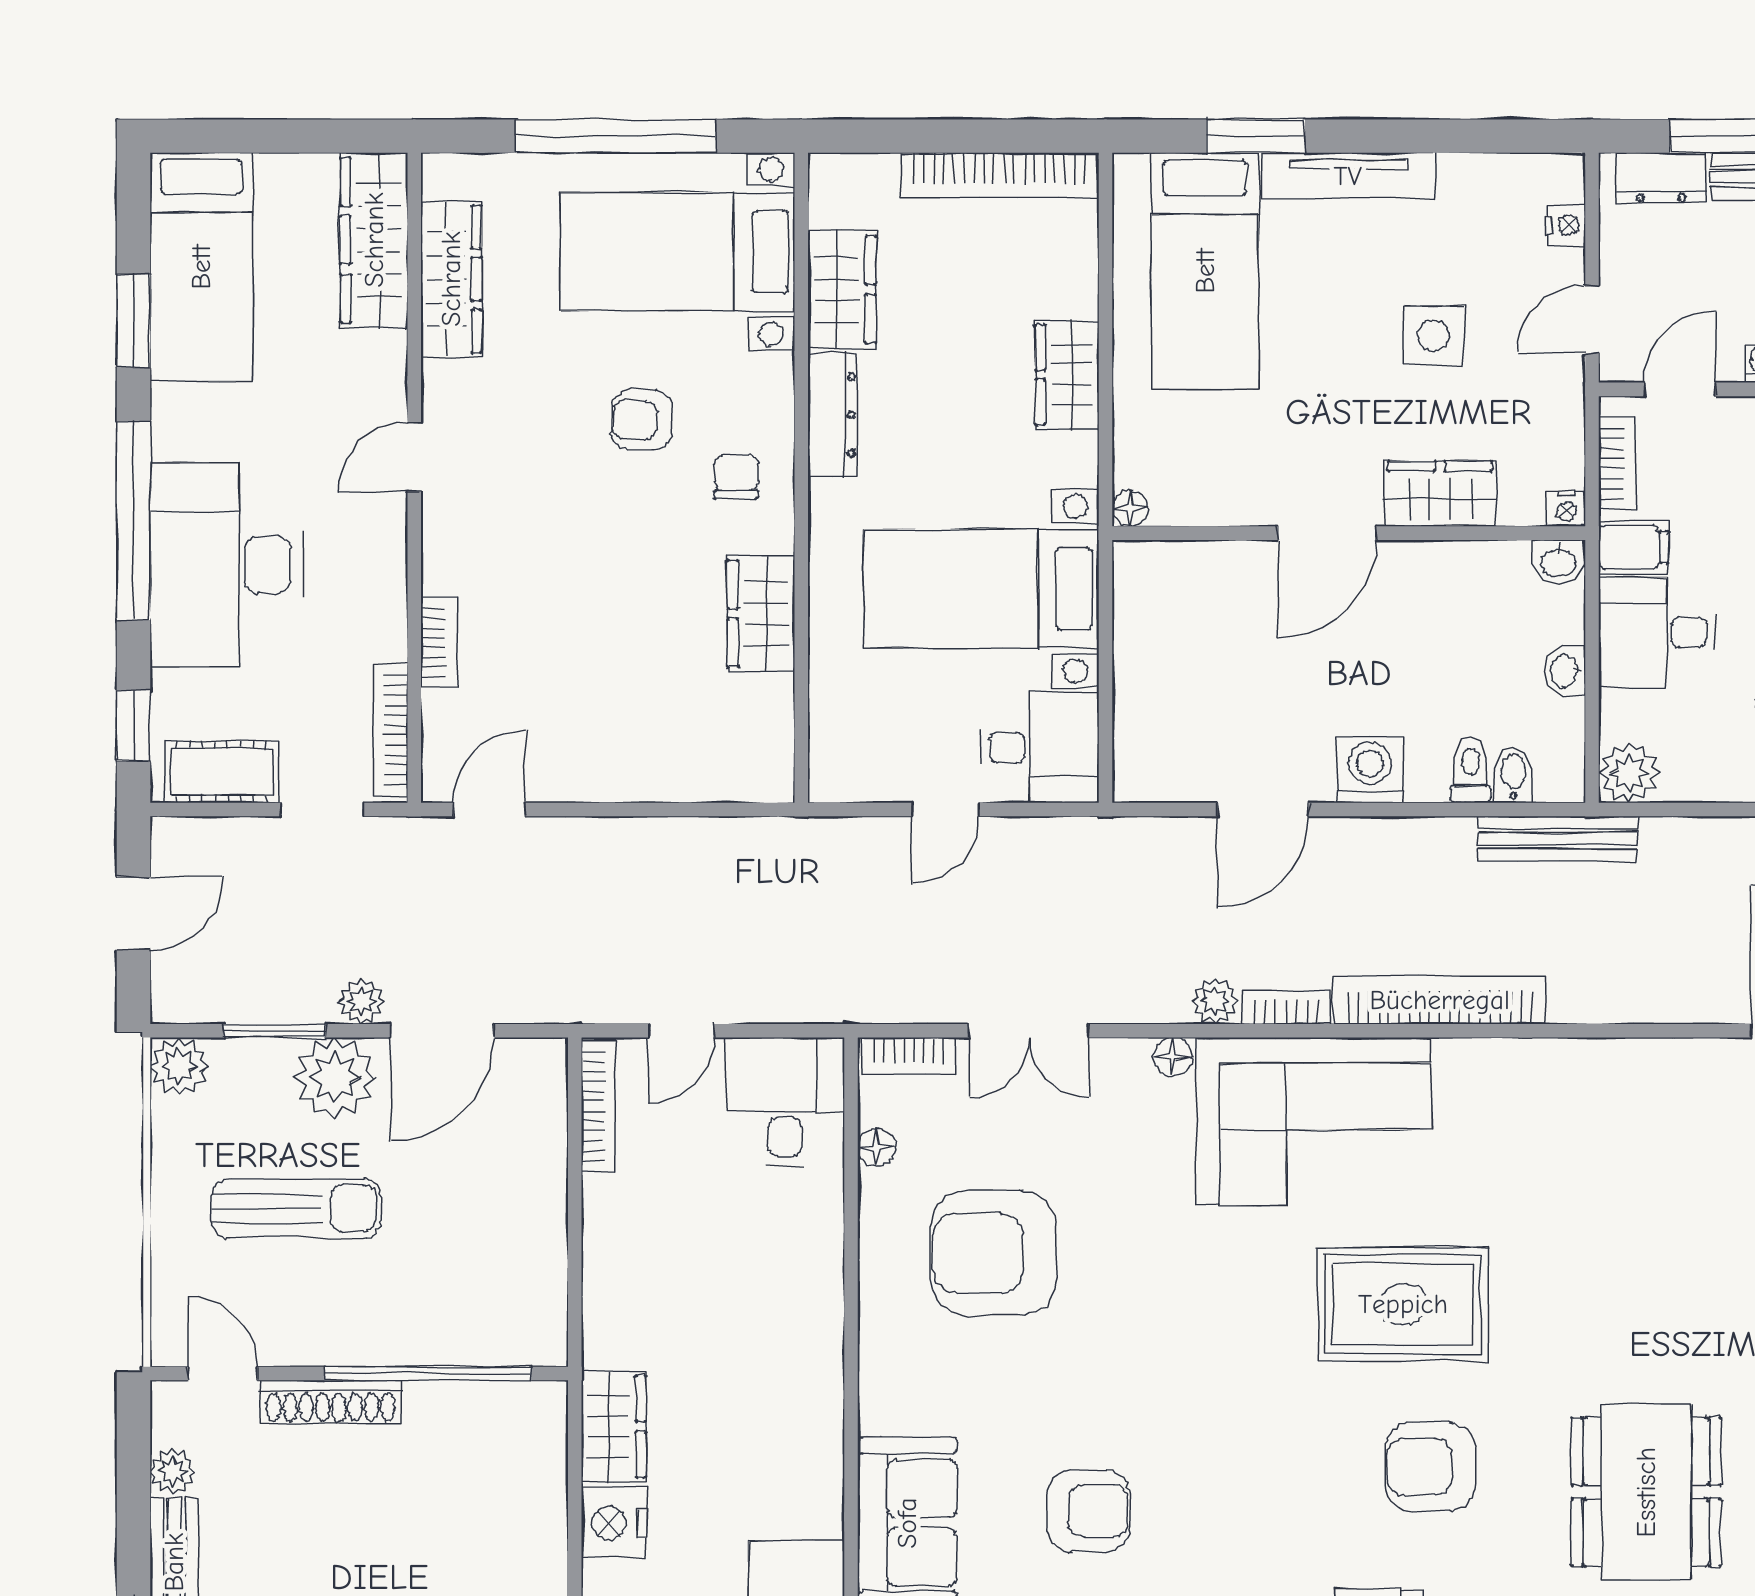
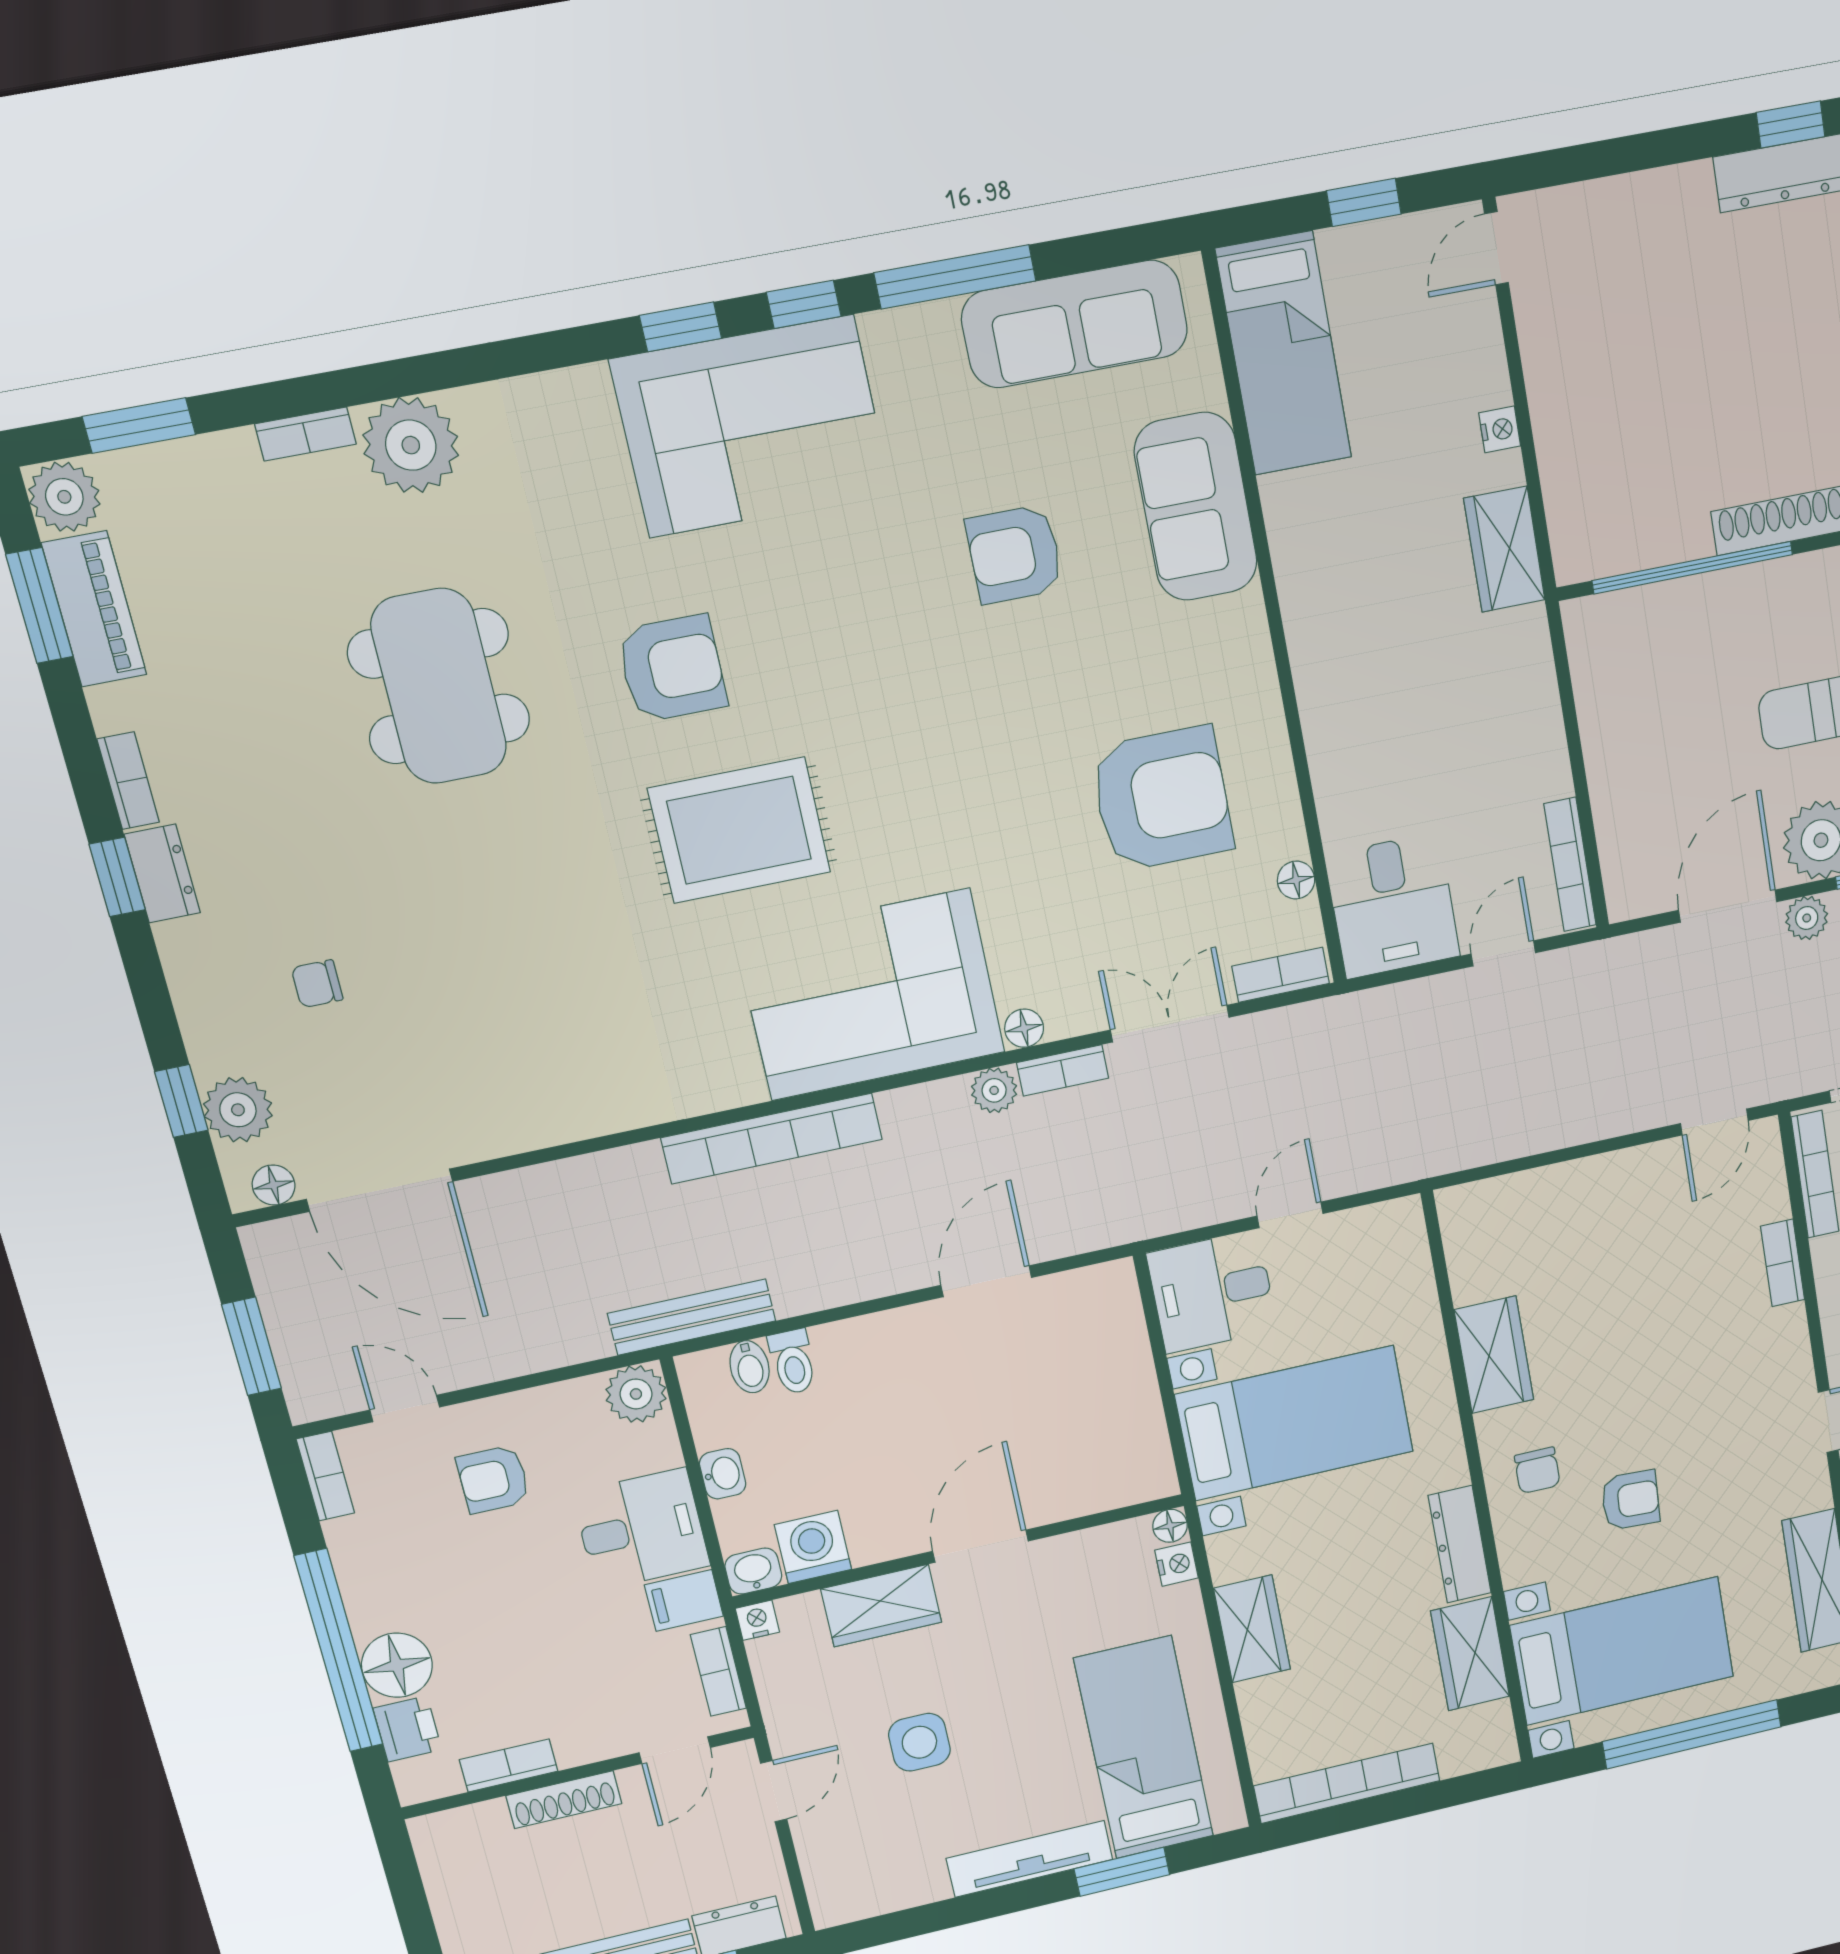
nightstand: (1566, 225) -> (1177, 1564), moved, turned 180
washing machine: (1370, 770) -> (813, 1547), moved, turned 180
bookcase: (1286, 1007) -> (1063, 1070), moved
nightstand: (614, 1523) -> (1500, 429), width x0.53, depth x0.56

